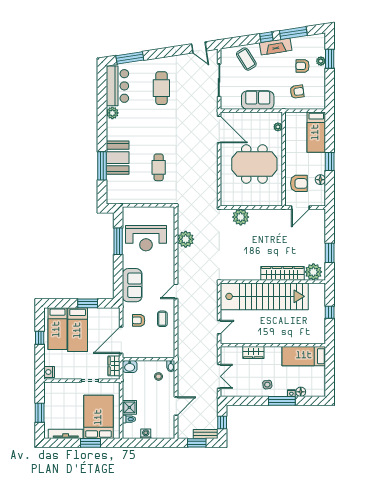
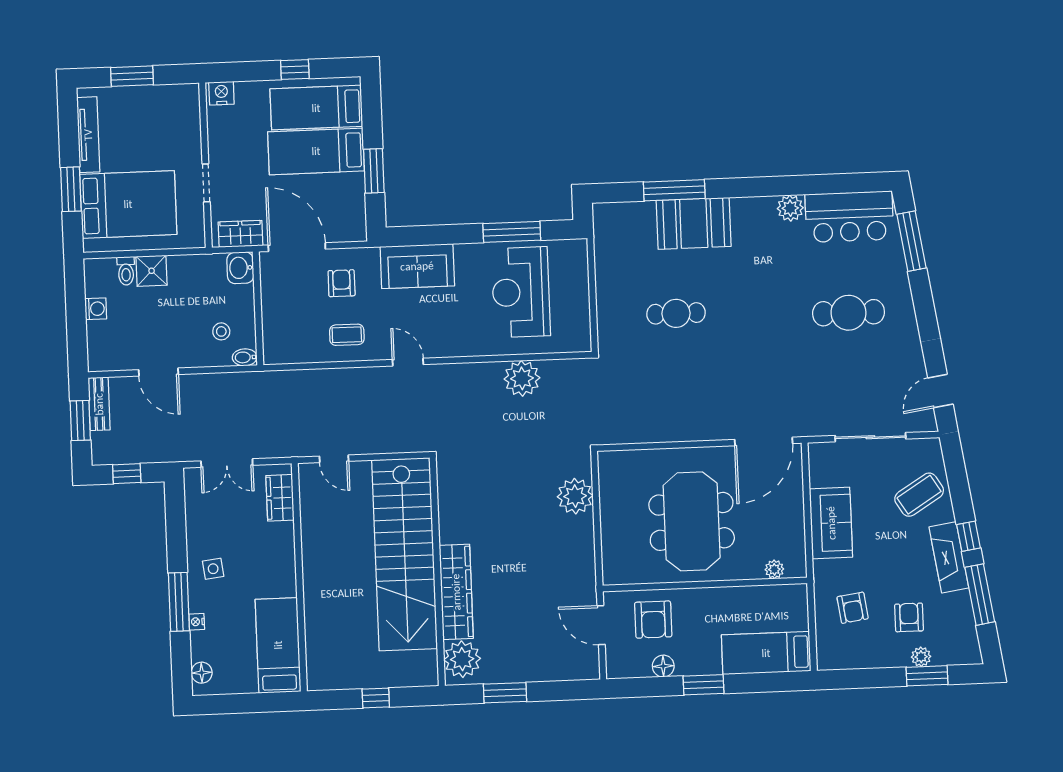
wardrobe: (253, 353) -> (280, 498), moved
floor lamp: (301, 392) -> (202, 673), moved
bench: (206, 434) -> (99, 404), moved

